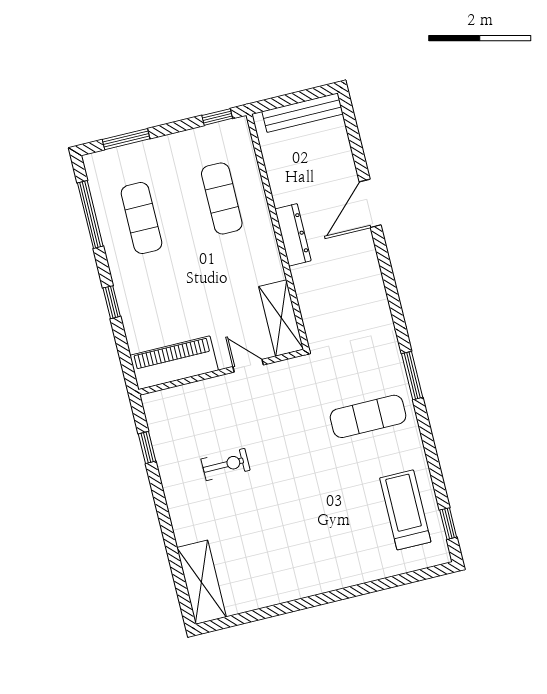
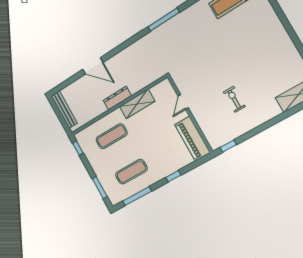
shelving: (281, 318) -> (137, 104), moved
window: (412, 376) -> (164, 20), width x1.44
exercise mat: (368, 416) -> (189, 35), removed
window: (147, 447) -> (228, 146), moved

